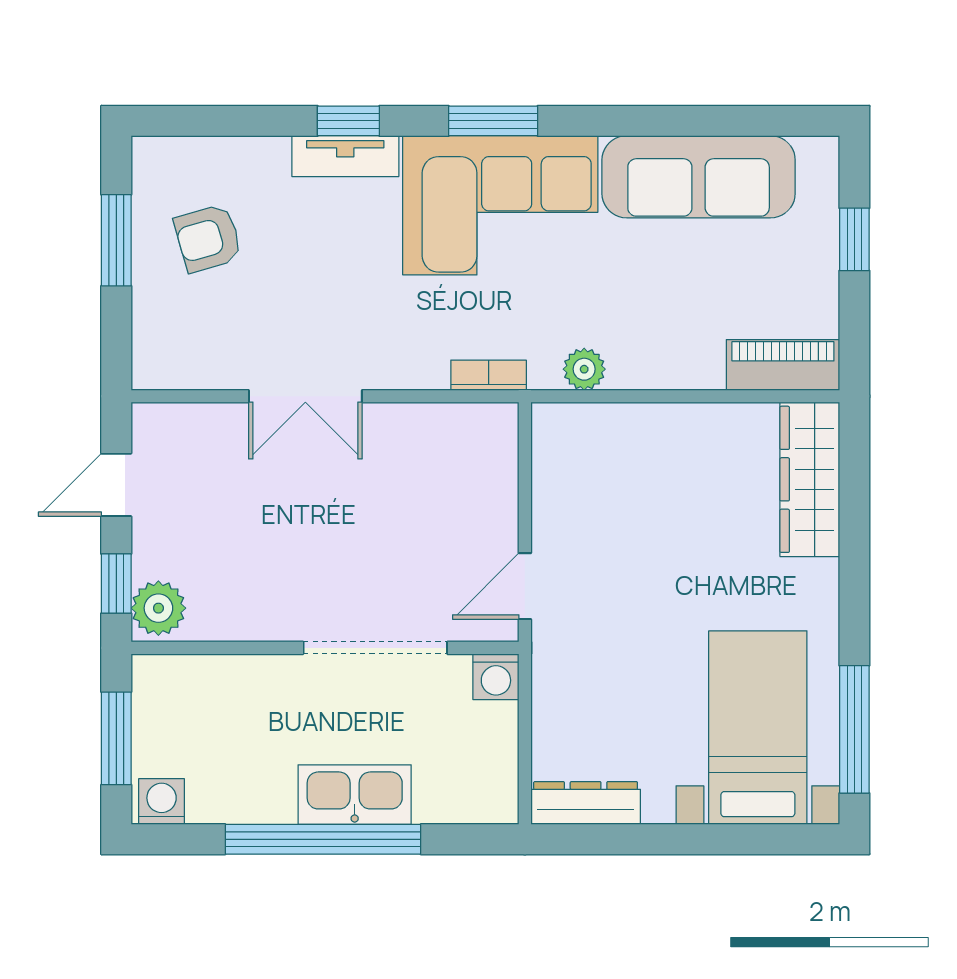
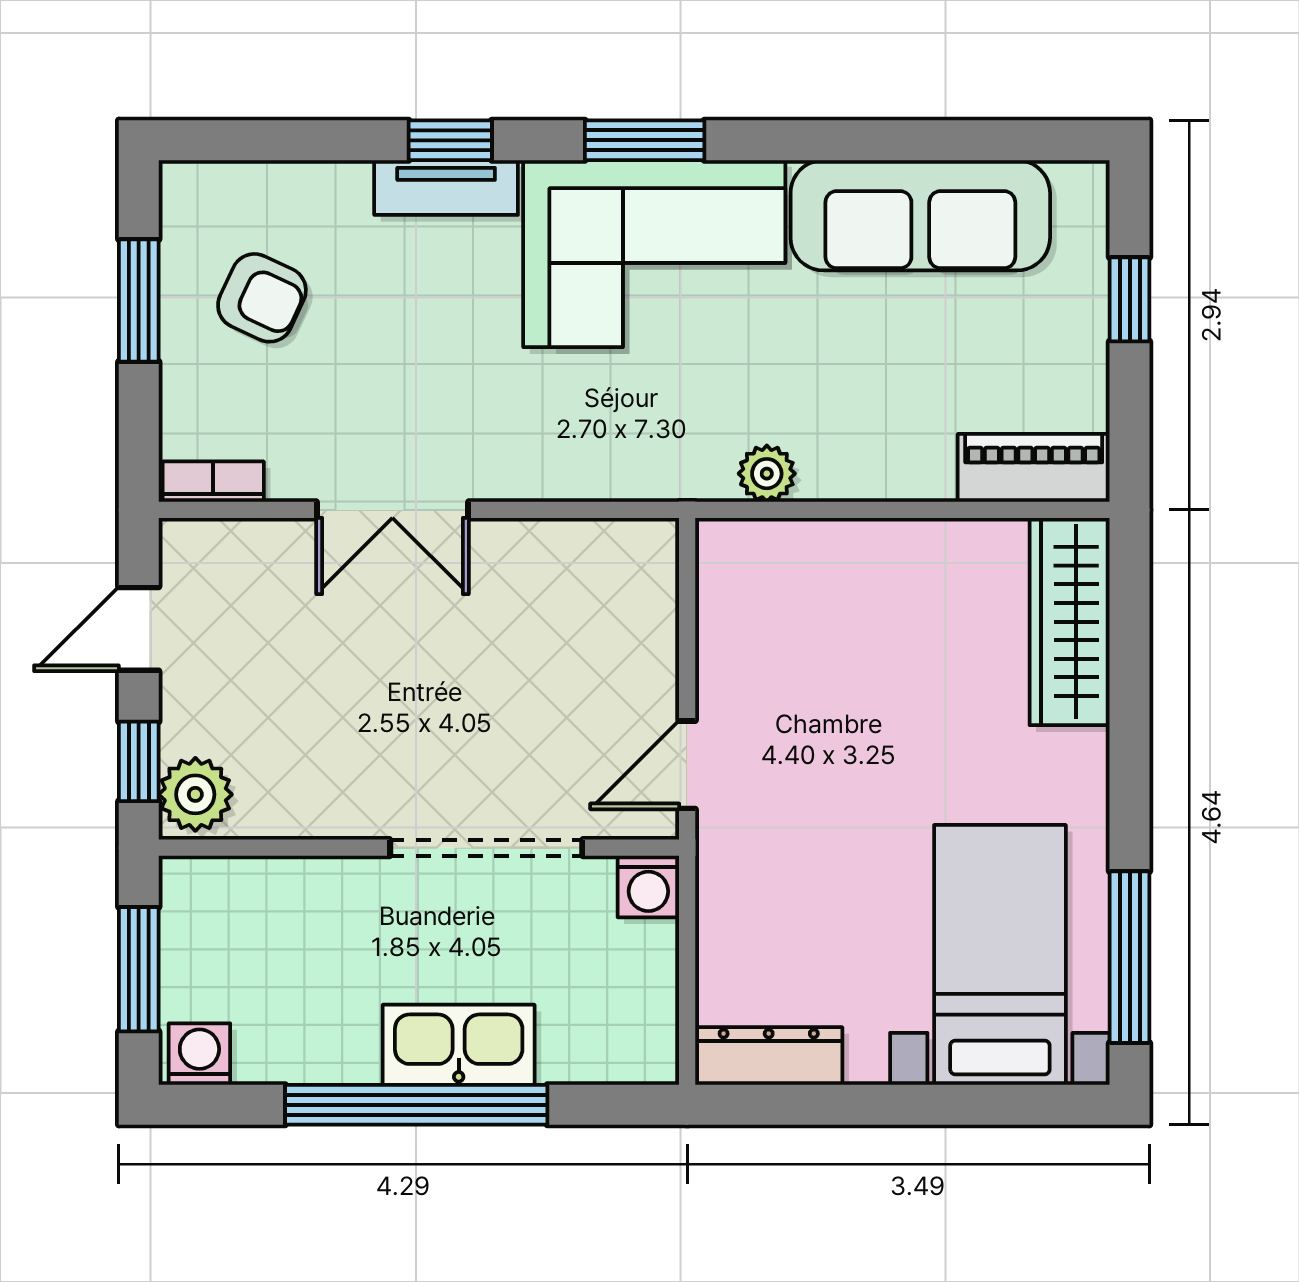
armchair: (208, 238) -> (262, 298), turned -139
bookcase: (489, 375) -> (213, 482), moved

